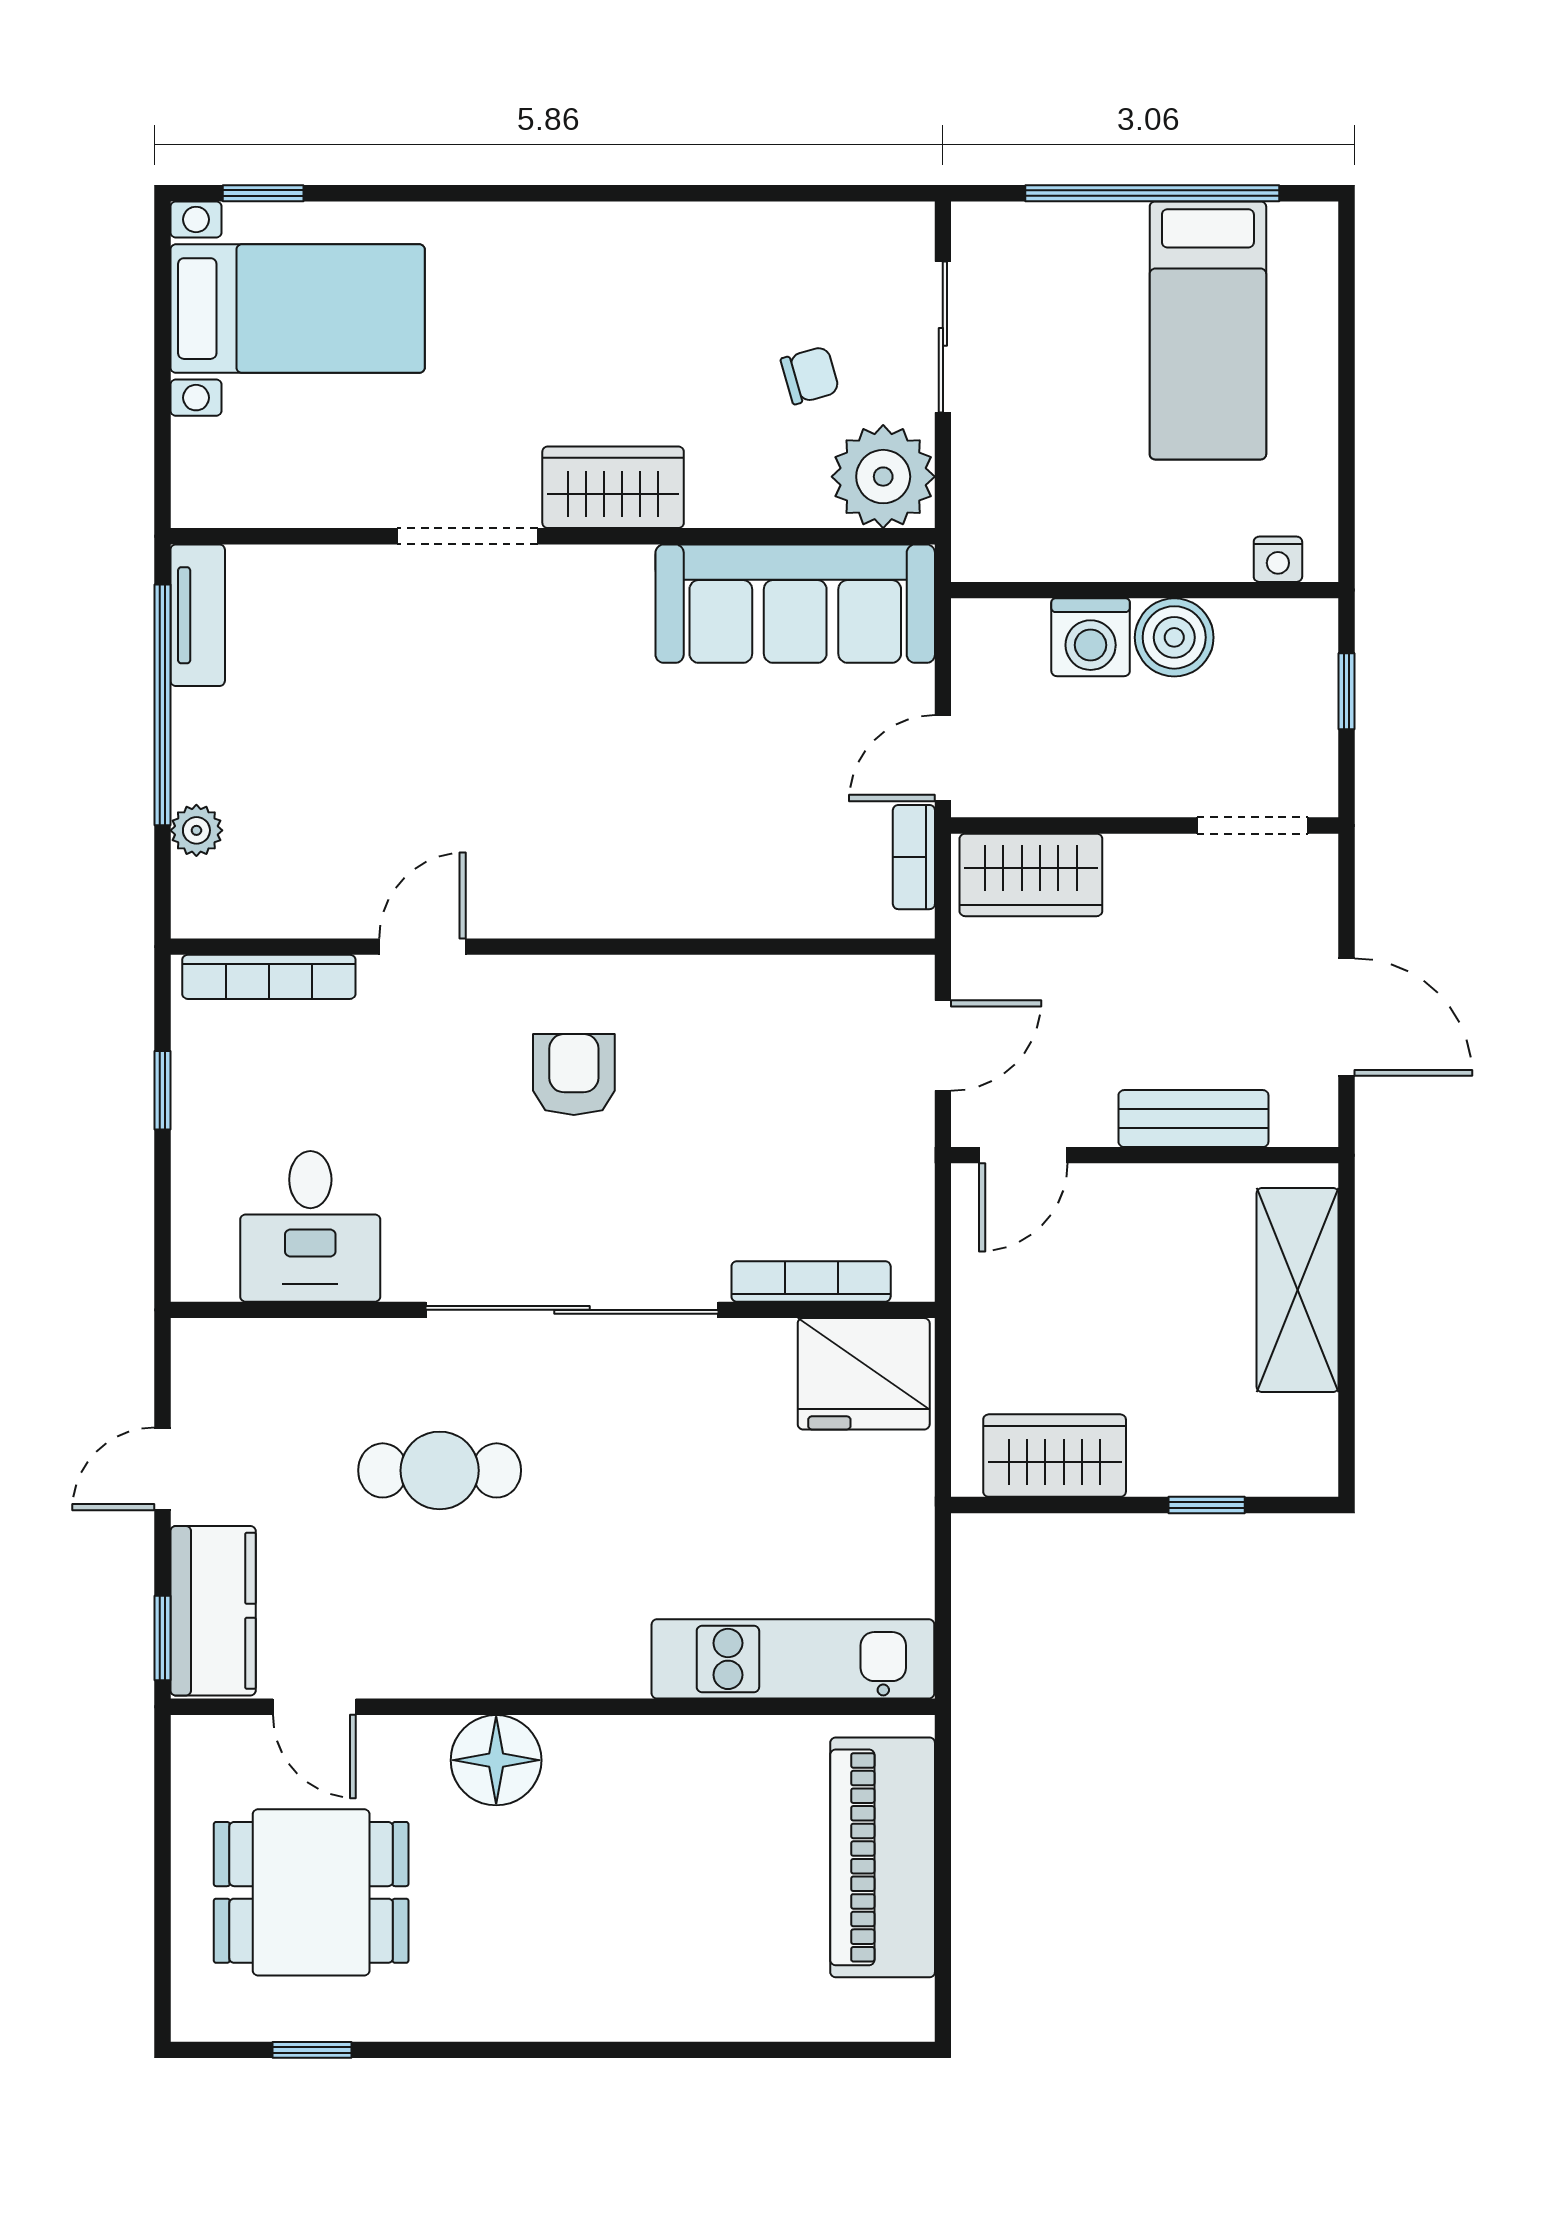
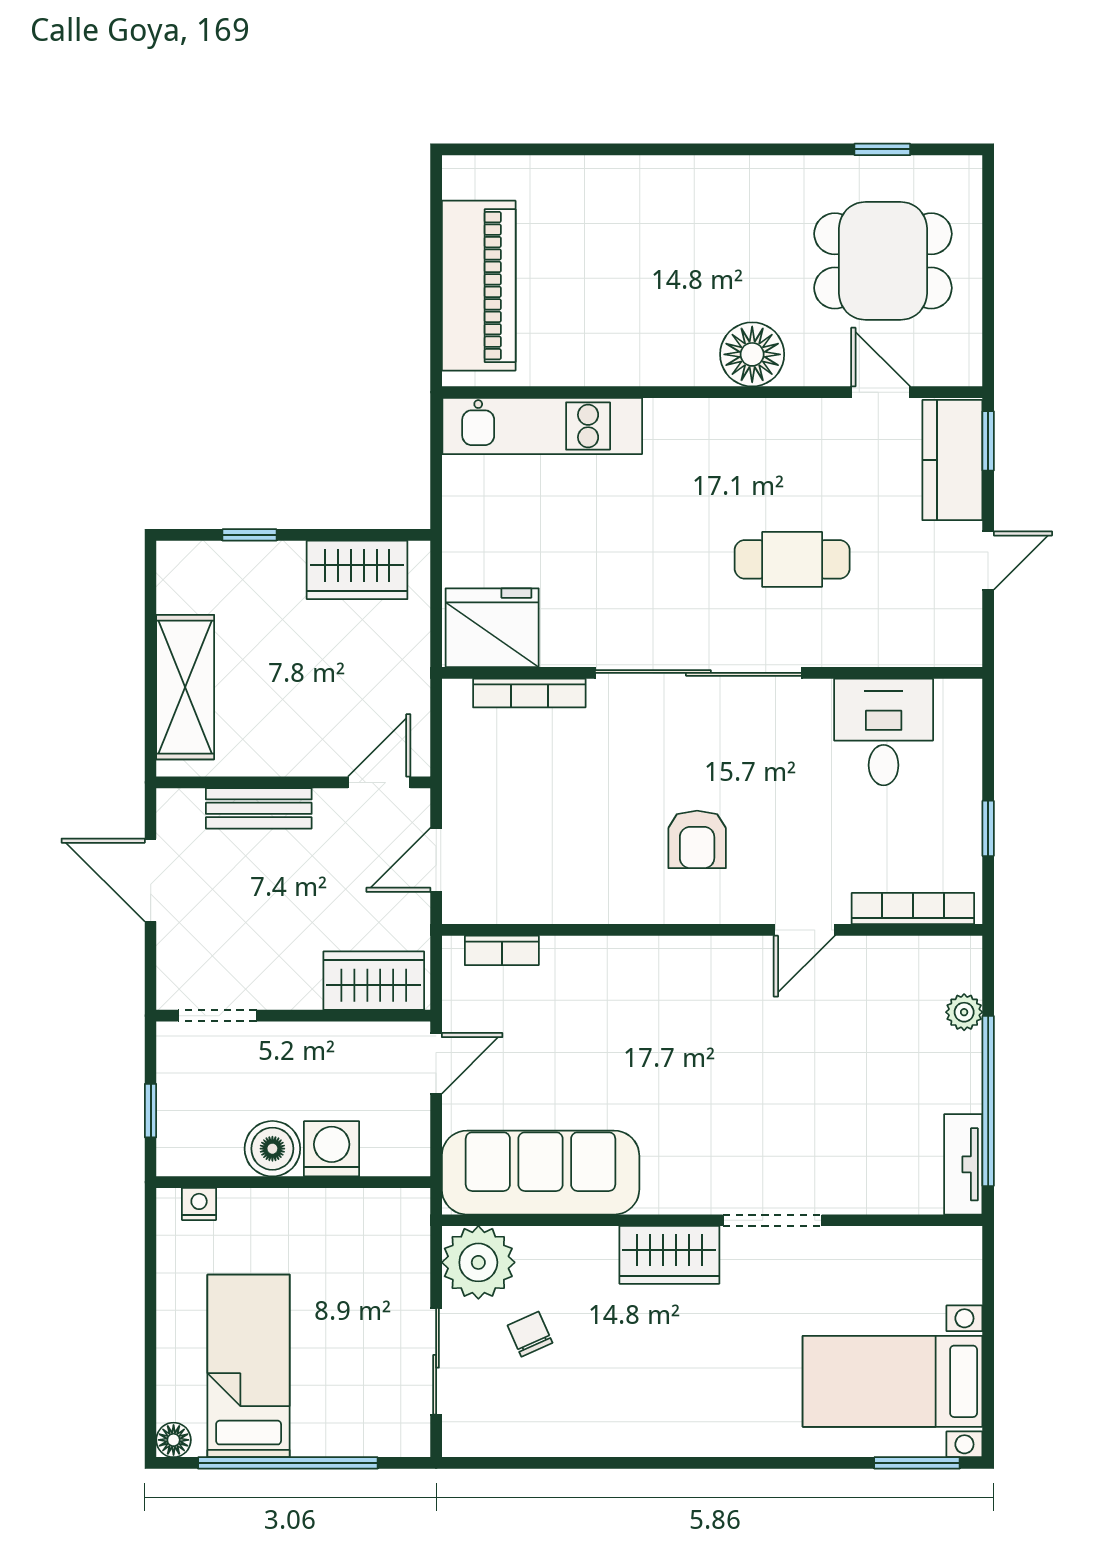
window: (263, 193) -> (917, 1463), width x1.50
floor lamp: (1314, 226) -> (174, 1440), added
chair: (810, 375) -> (530, 1334), turned 82
bookcase: (914, 857) -> (502, 950), moved, turned 90

